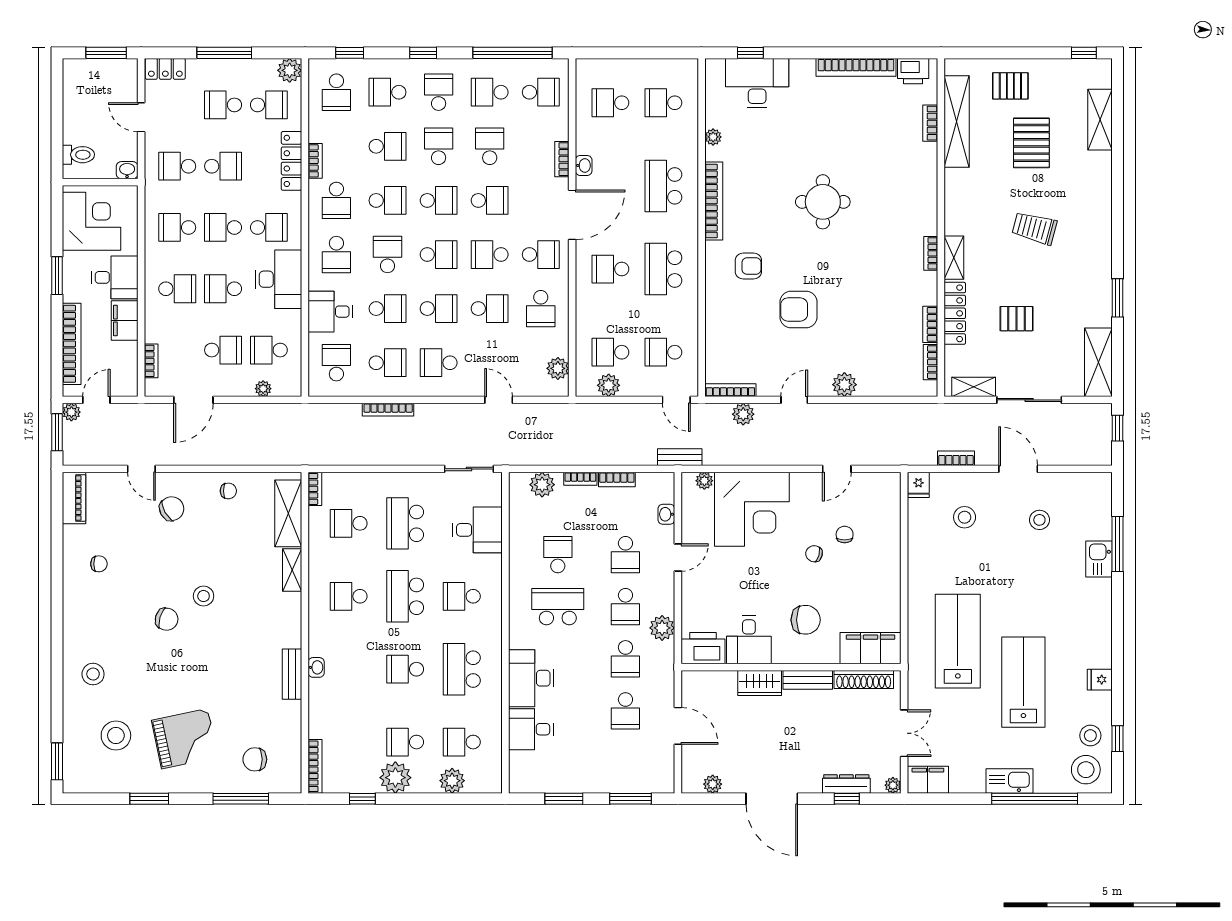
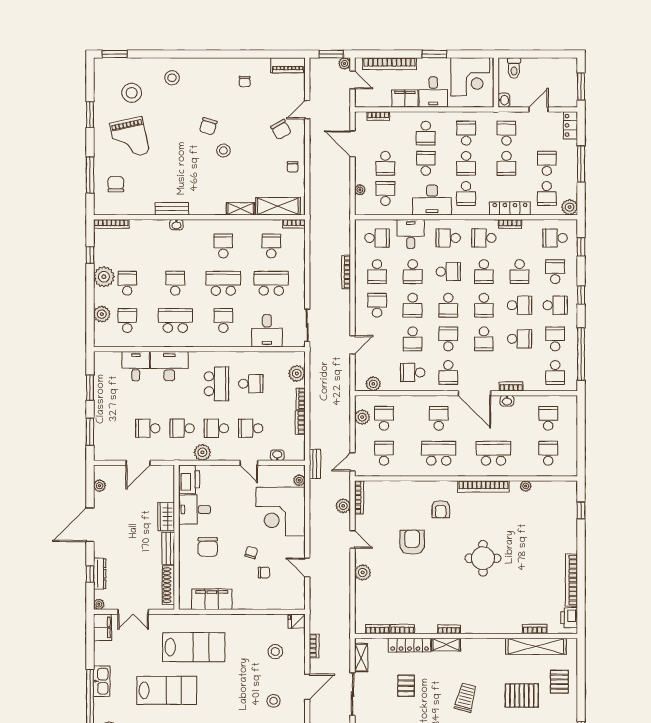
desk: (757, 83) -> (561, 515), removed
school desk: (223, 227) -> (466, 163), turned 180
filing cabinet: (871, 648) -> (212, 599), moved, turned -90

